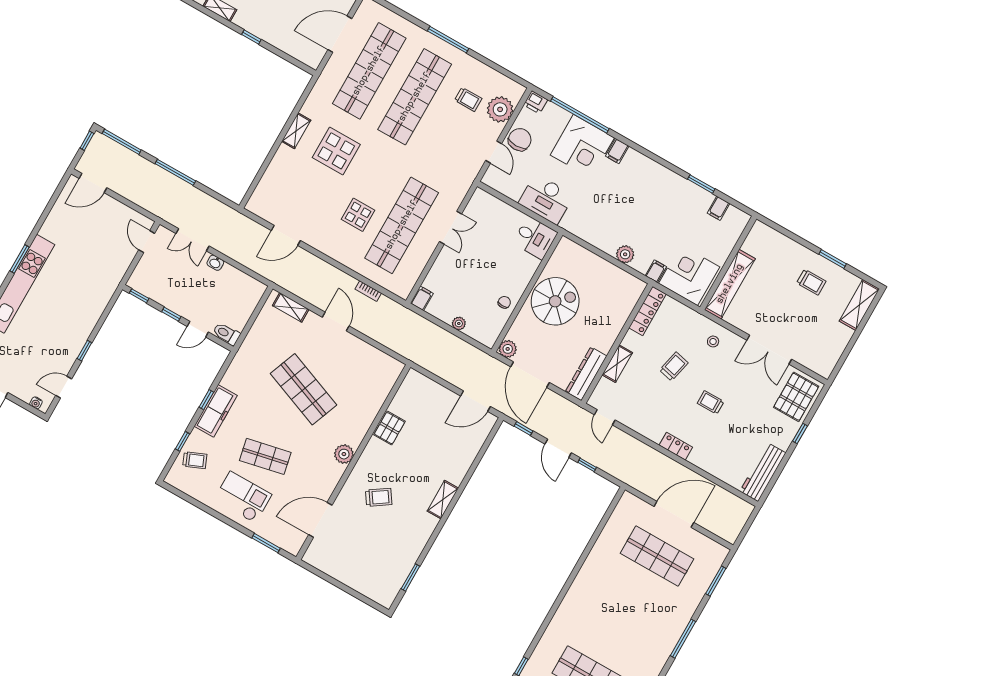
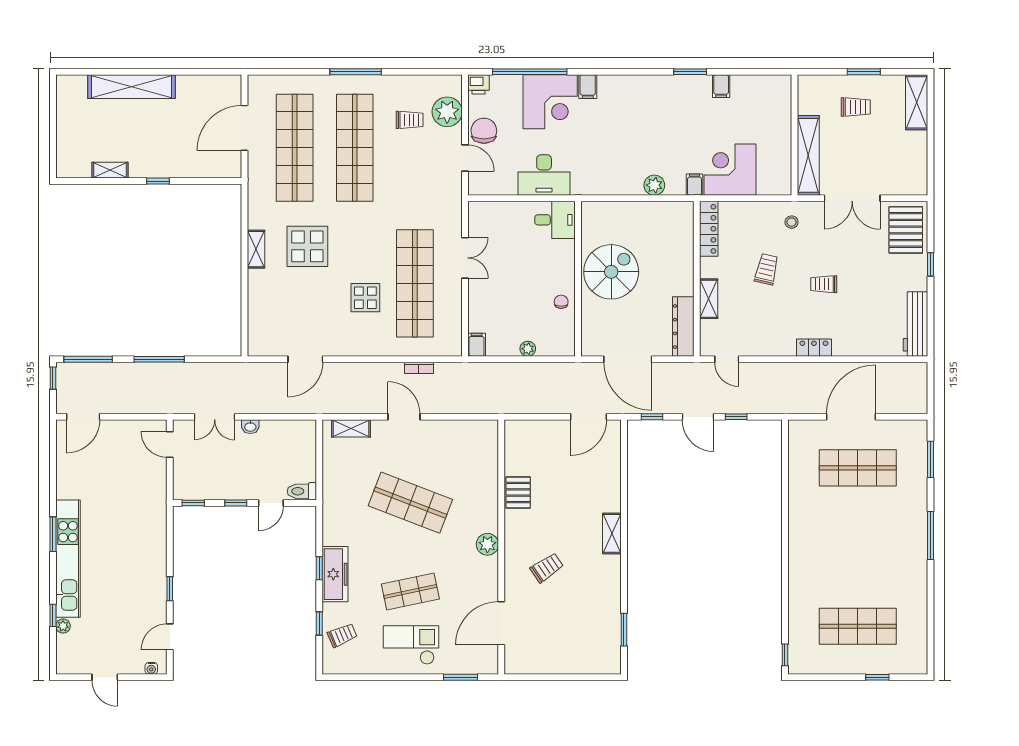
wall: (728, 263) -> (795, 135), moved
shelving: (730, 284) -> (808, 155), moved
plant: (508, 349) -> (591, 346), removed

